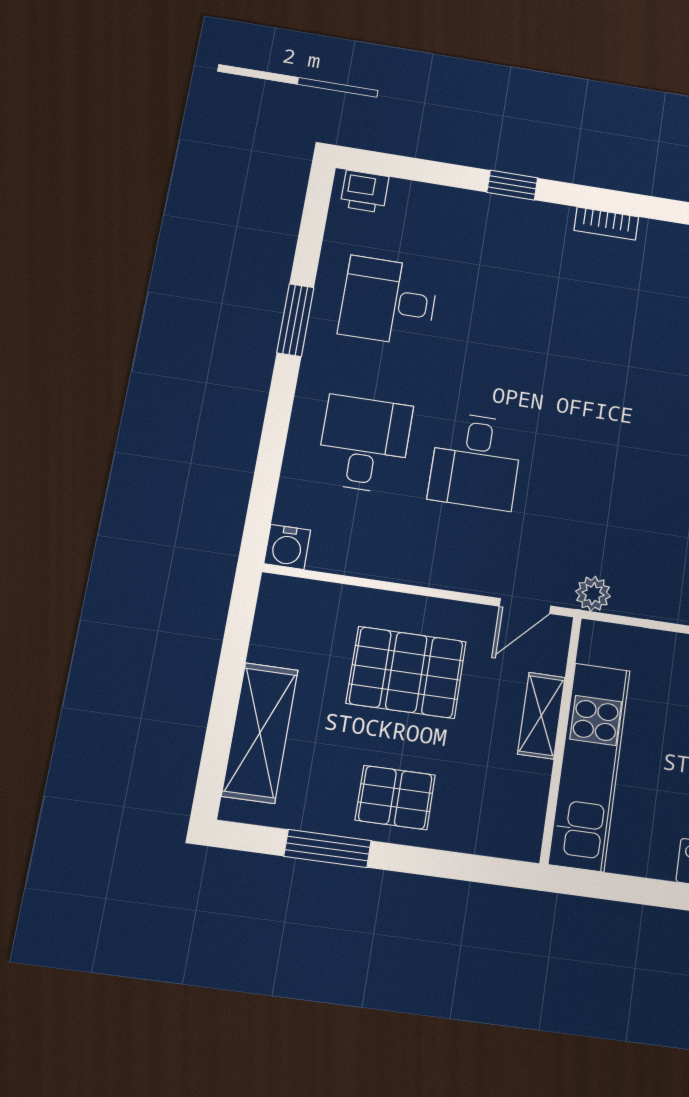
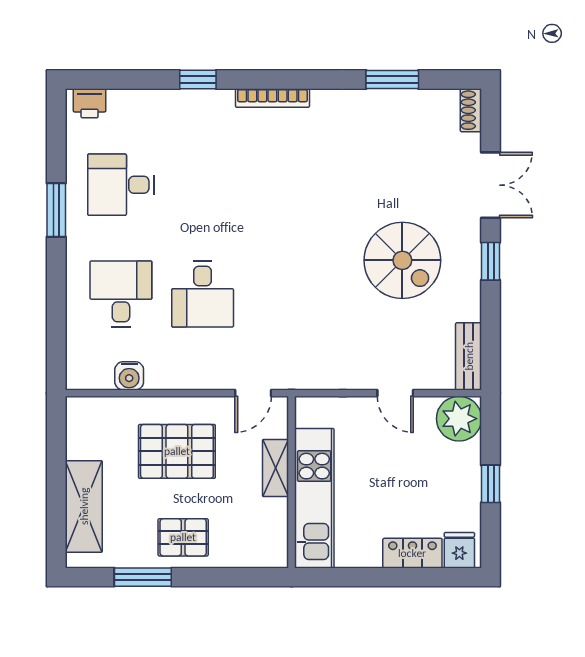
bookcase: (606, 224) -> (272, 98), width x1.56
water cooler: (287, 547) -> (129, 376), moved
plant: (593, 594) -> (300, 377), removed

